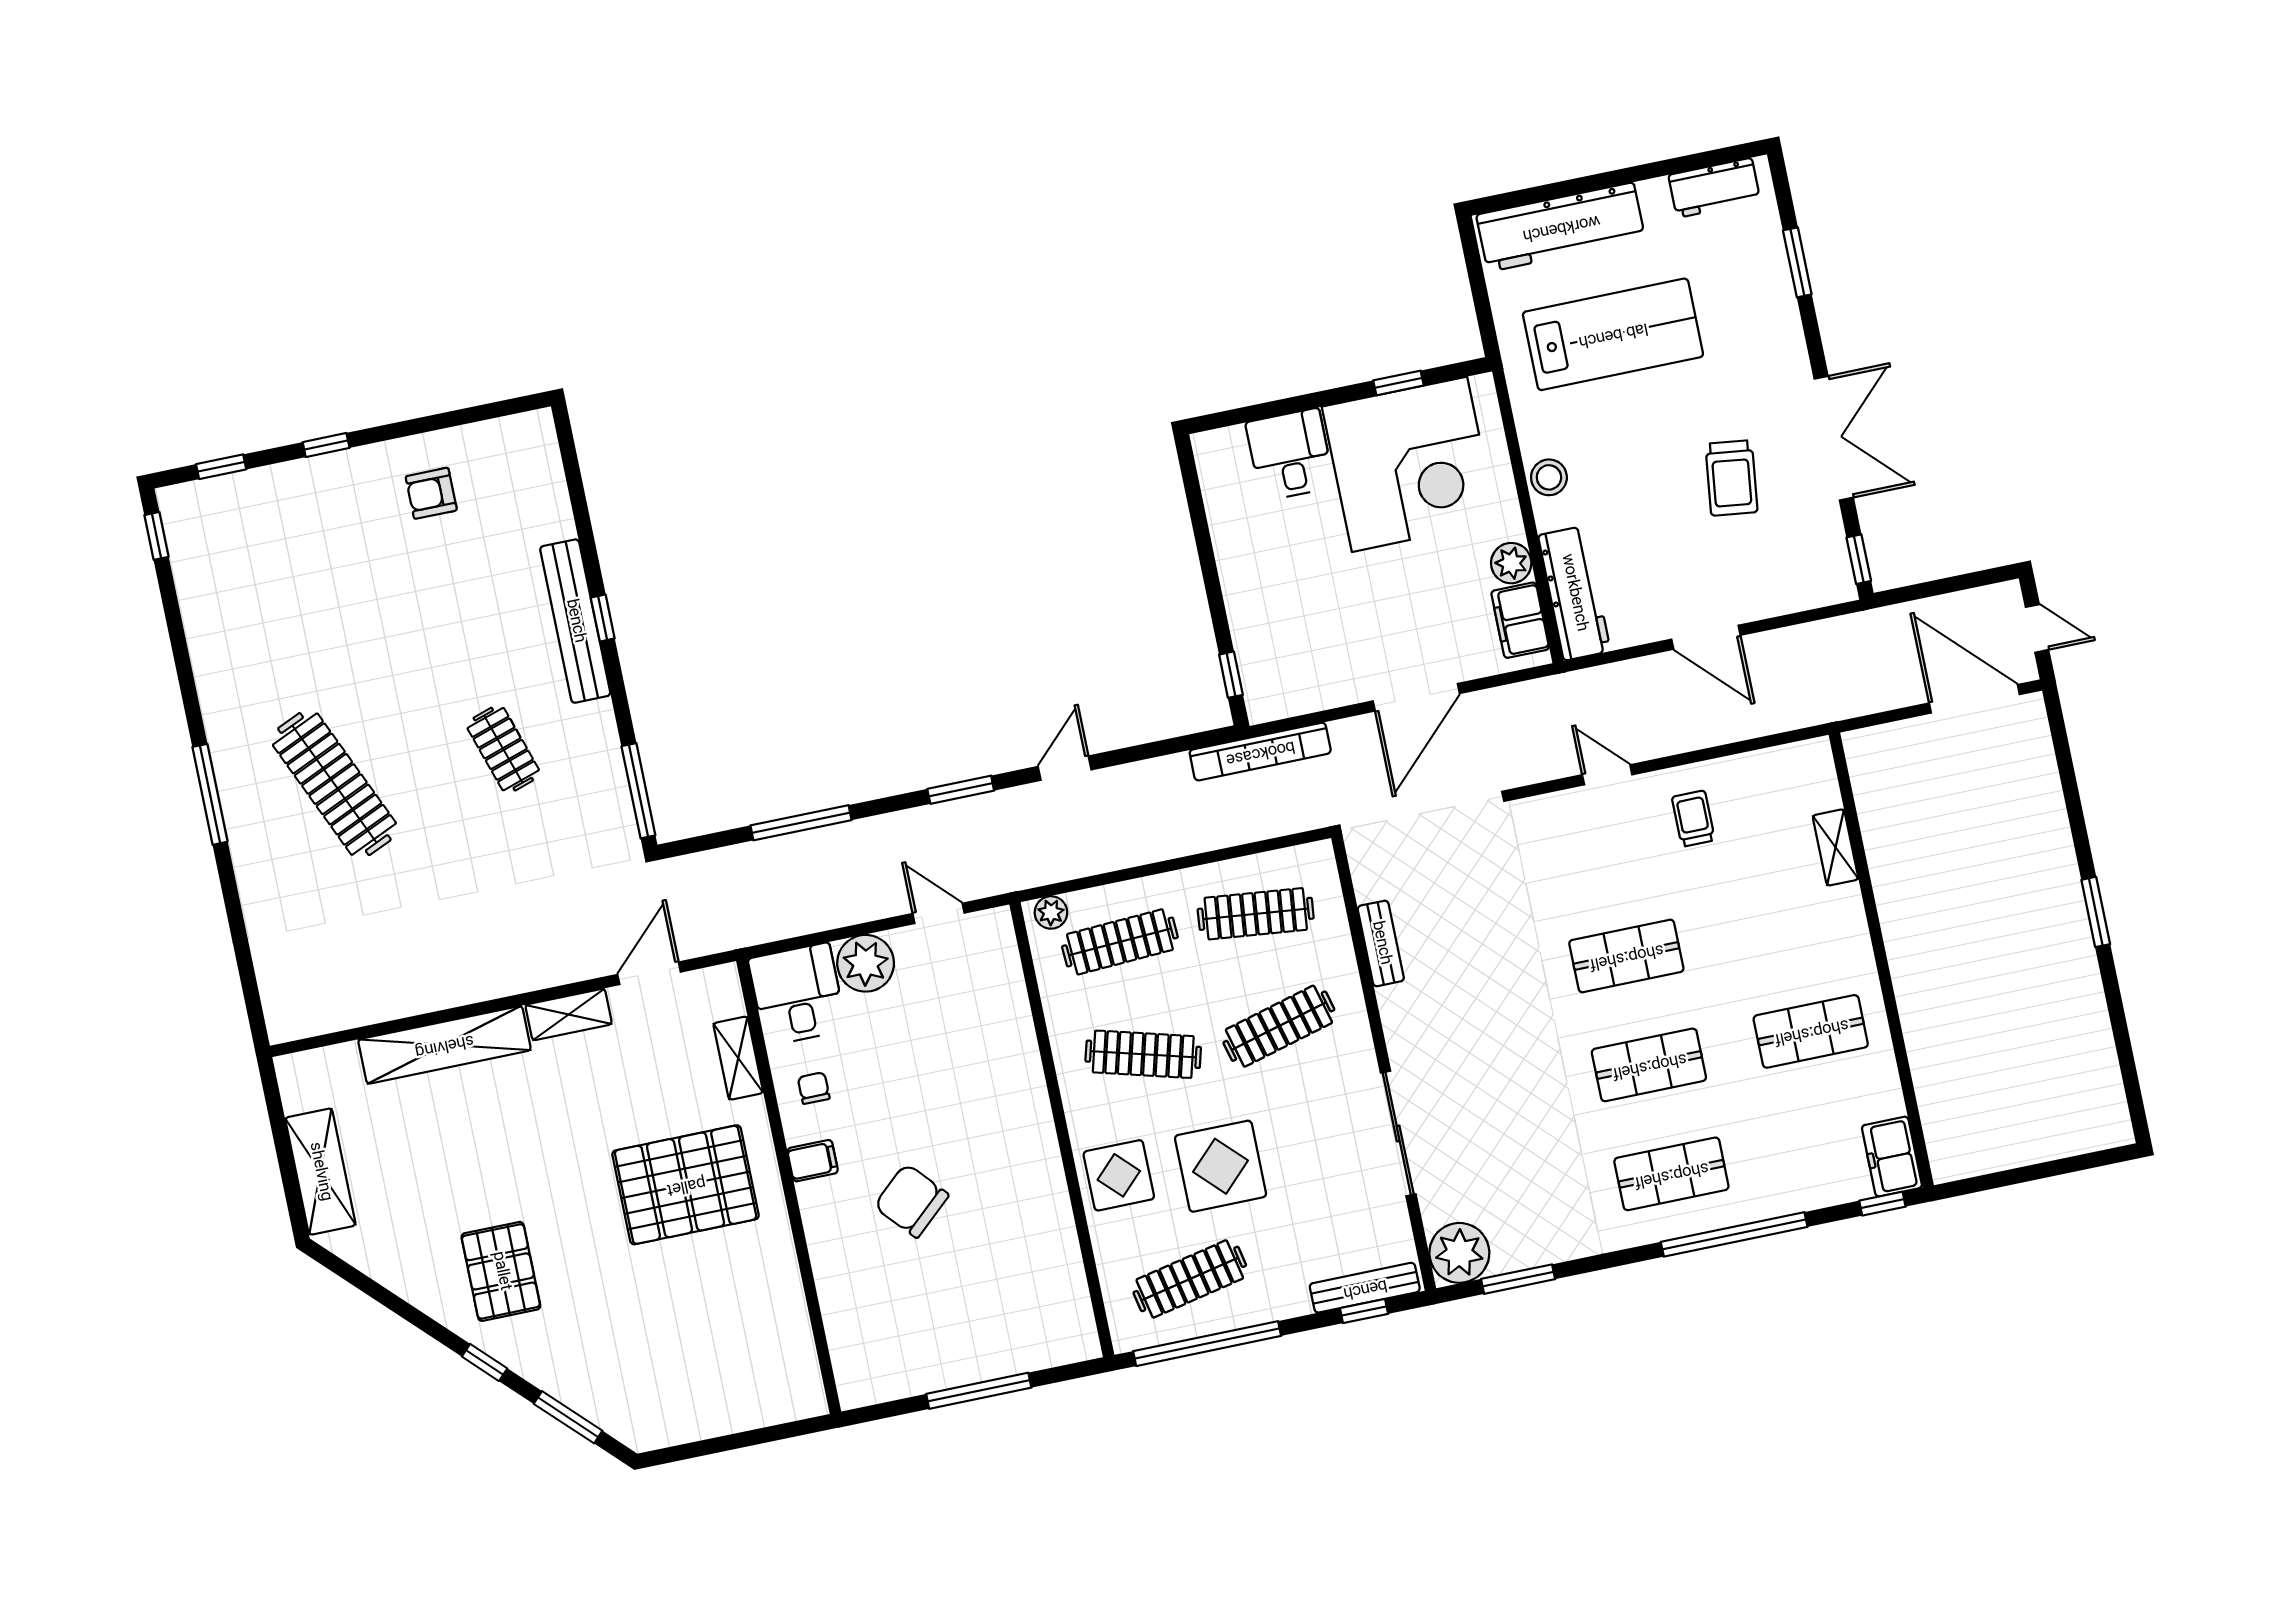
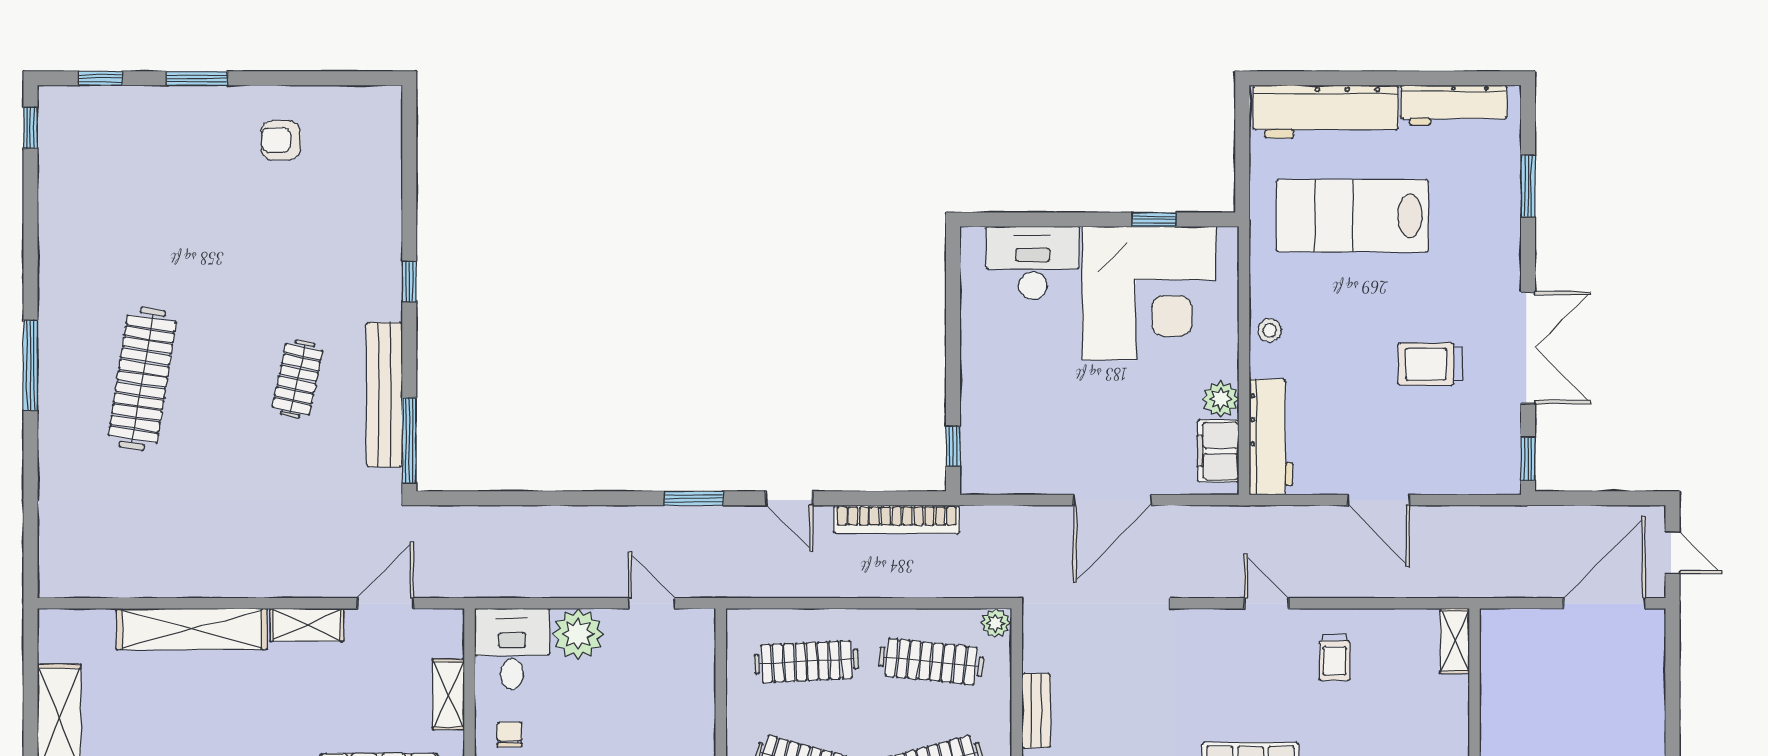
workbench: (1714, 188) -> (1454, 105), width x1.38
lab bench: (1613, 334) -> (1352, 216), turned 180
window: (326, 445) -> (197, 78), width x1.50
desk: (1290, 455) -> (1033, 263), width x1.37
stool: (1549, 477) -> (1270, 330), width x0.73, depth x0.73
trolley: (1731, 478) -> (1430, 364), turned 83
bench: (575, 621) -> (384, 395), moved
door: (1974, 699) -> (1604, 603), hinge flipped
clothes rail: (503, 749) -> (298, 379), turned 30
bookcase: (1260, 752) -> (897, 519), moved
door: (1065, 768) -> (789, 498), swing flipped
clothes rail: (334, 784) -> (142, 379), turned 33
trolley: (1693, 819) -> (1335, 658), turned 180
window: (801, 823) -> (547, 498), removed
shelving: (1836, 847) -> (1455, 641), moved
plant: (1051, 912) -> (996, 623), moved

